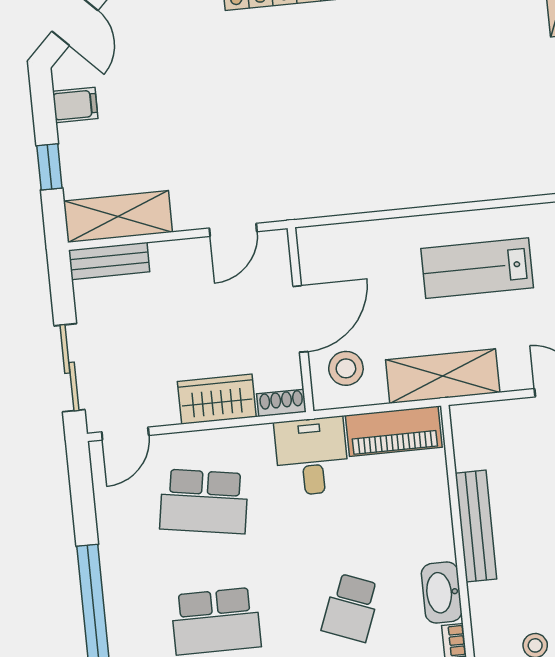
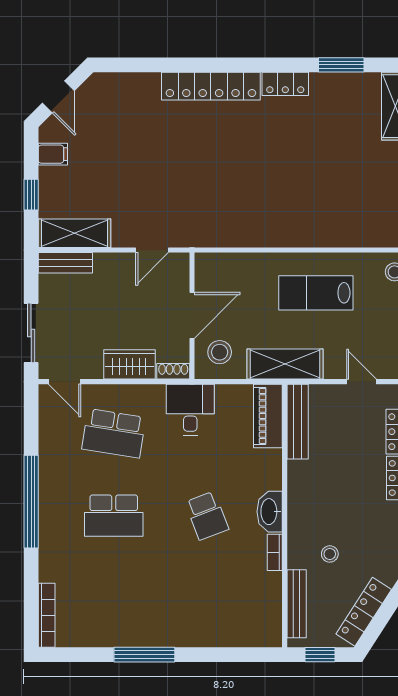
piano: (394, 431) -> (268, 416), moved, turned 90
door: (125, 434) -> (65, 382), hinge flipped
bench: (476, 526) -> (298, 422), moved
school desk: (351, 608) -> (207, 516), turned -42

